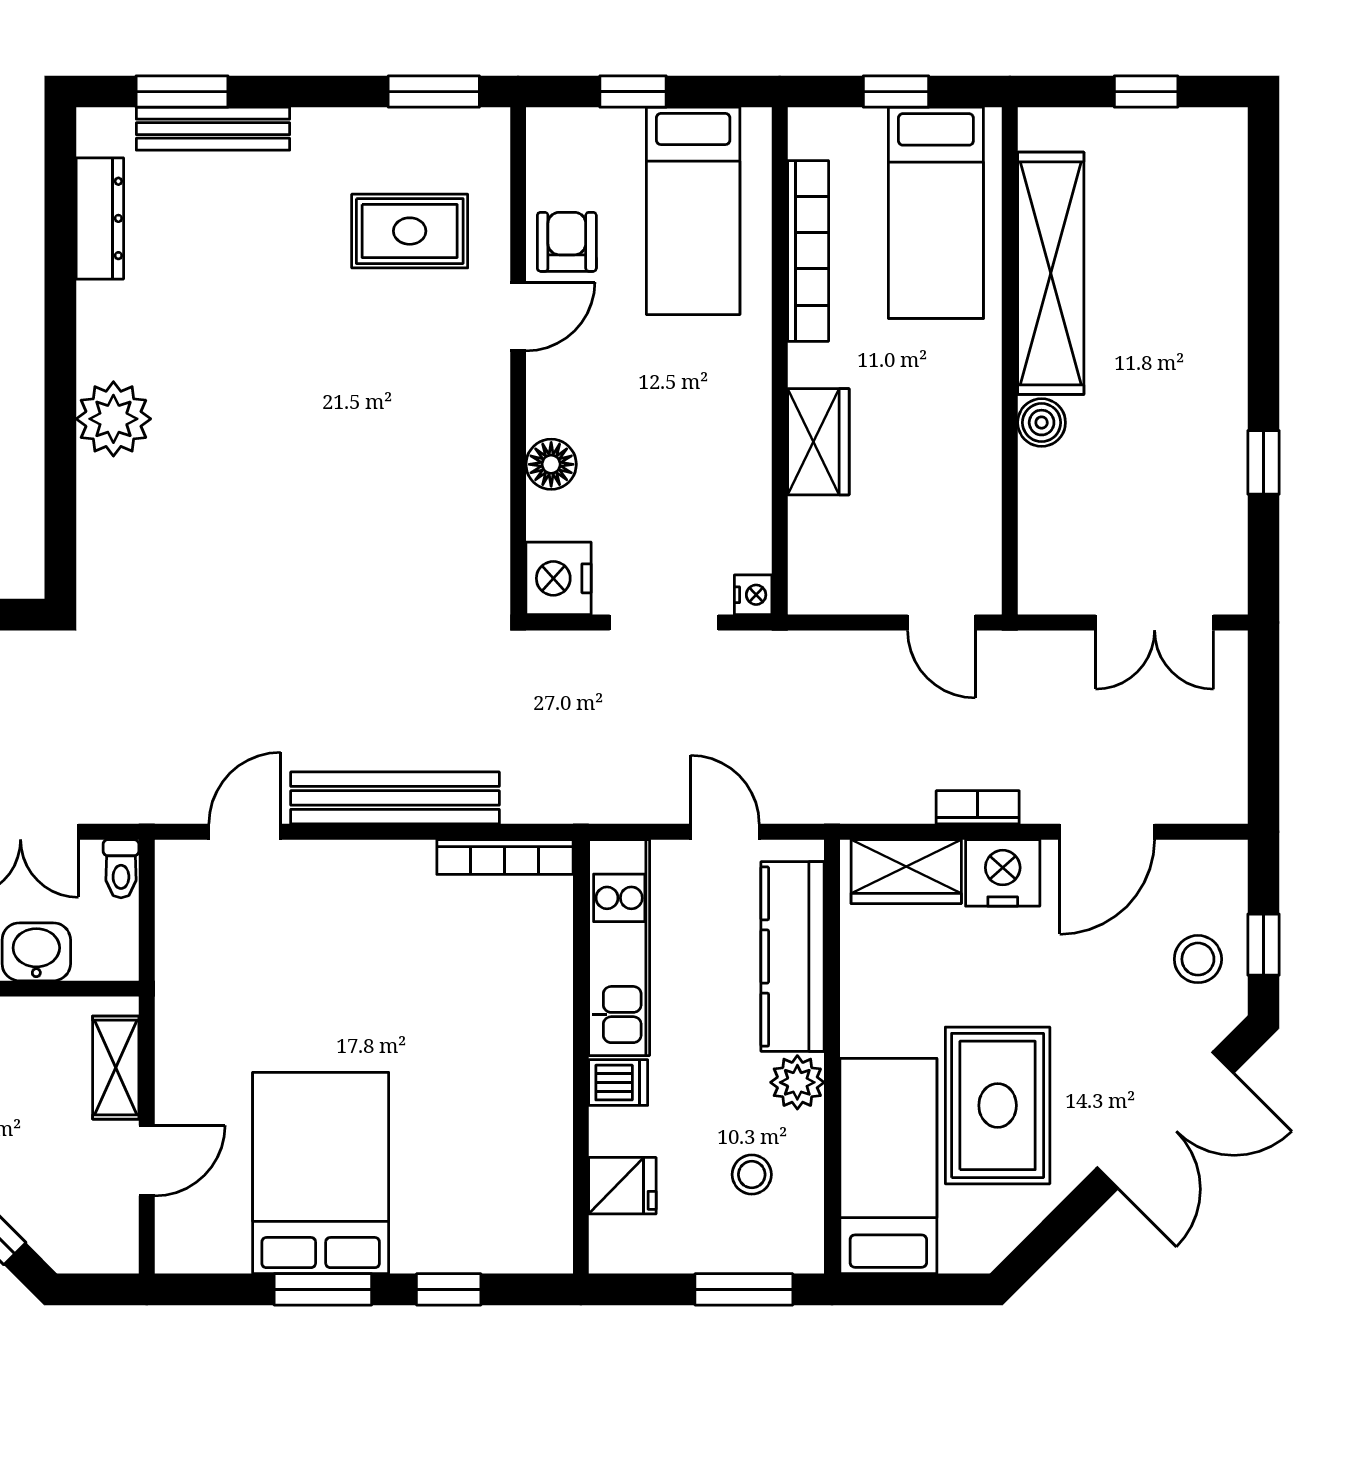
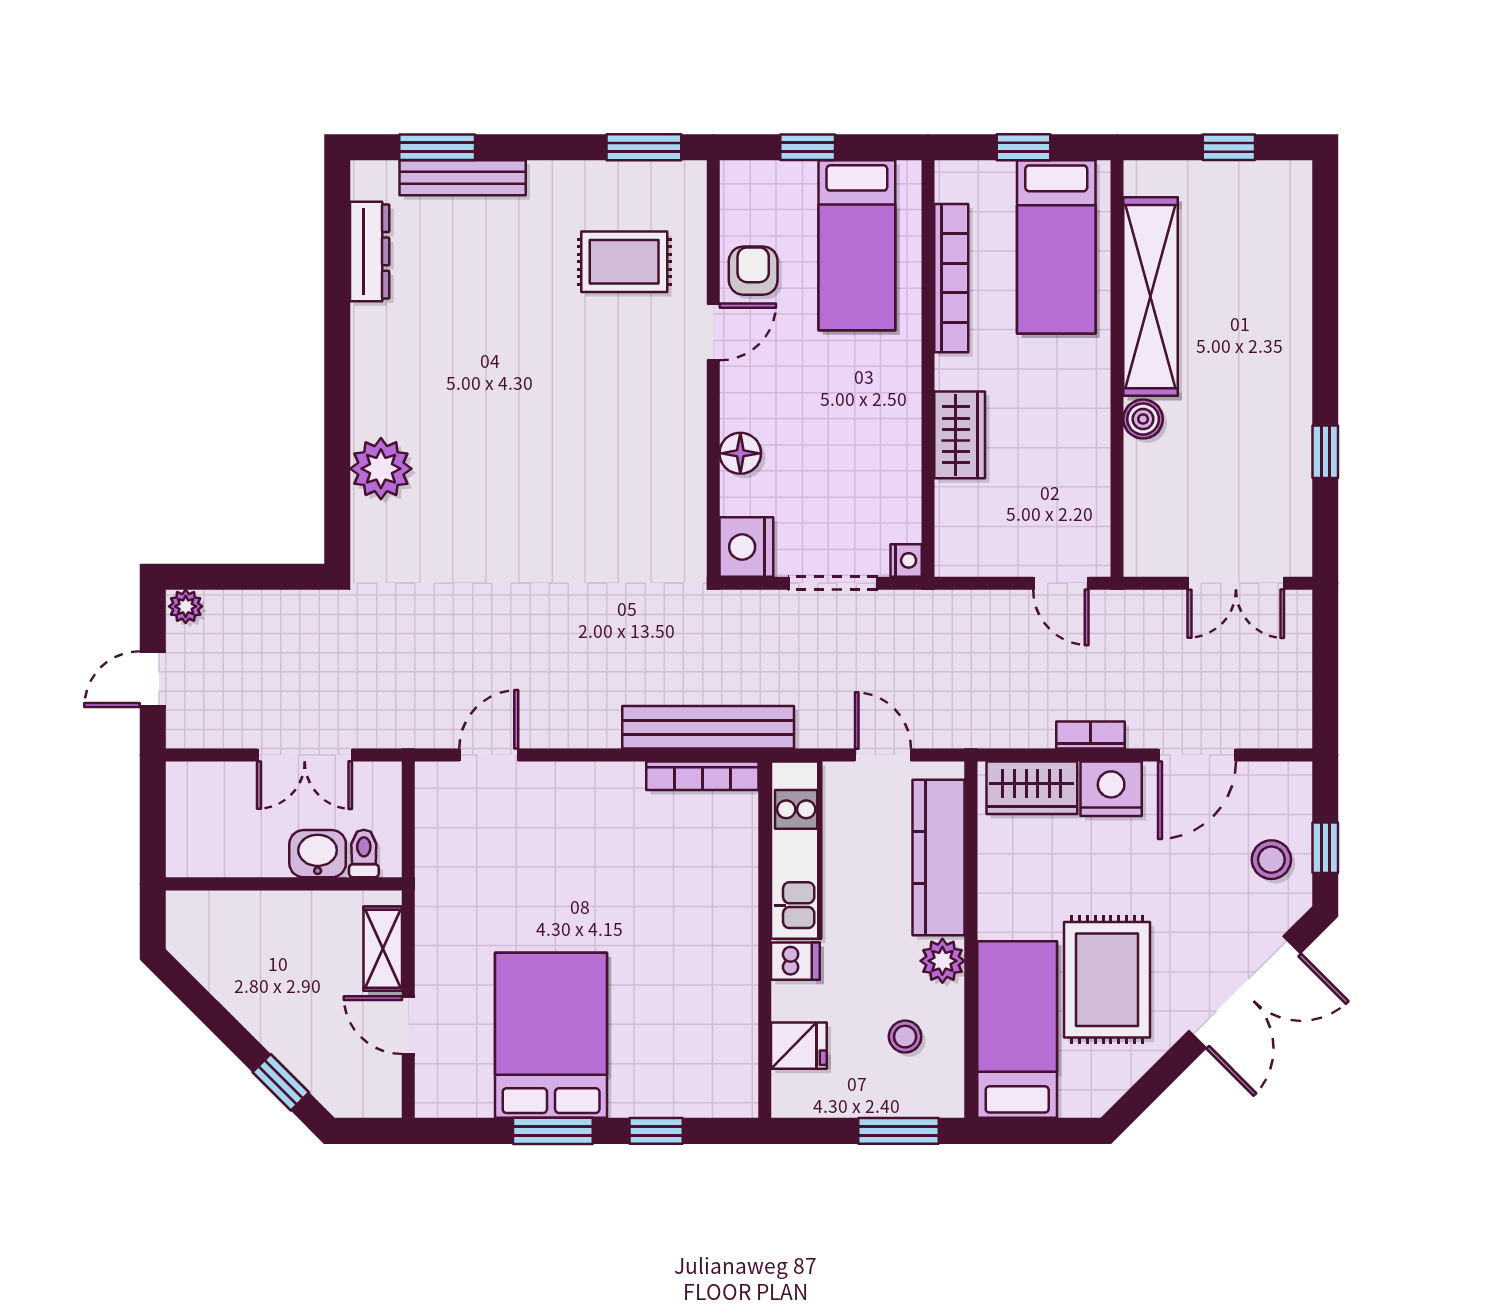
plant: (113, 419) -> (381, 469), moved
bench: (395, 798) -> (708, 727), moved
toilet: (121, 869) -> (364, 854), moved, turned 180
door: (147, 1161) -> (408, 1025), swing flipped

